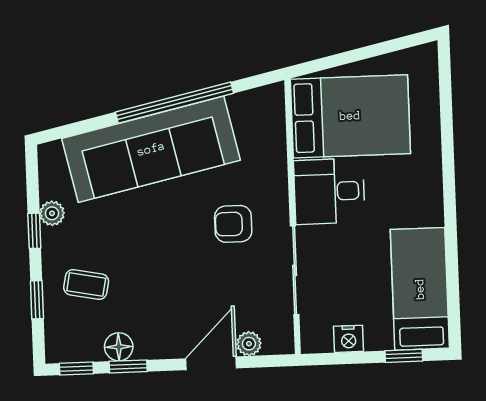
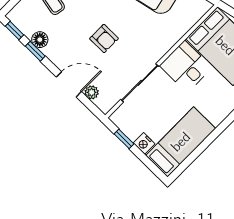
armchair: (233, 224) -> (104, 39), moved, turned 180
nightstand: (349, 339) -> (144, 143), moved
window: (404, 356) -> (124, 139), moved

